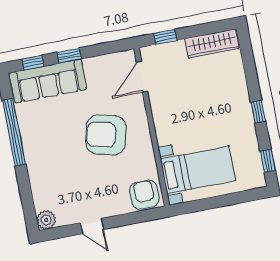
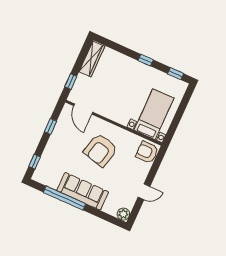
window: (69, 56) -> (50, 126), moved
sofa: (48, 81) -> (83, 191), moved, turned -90

